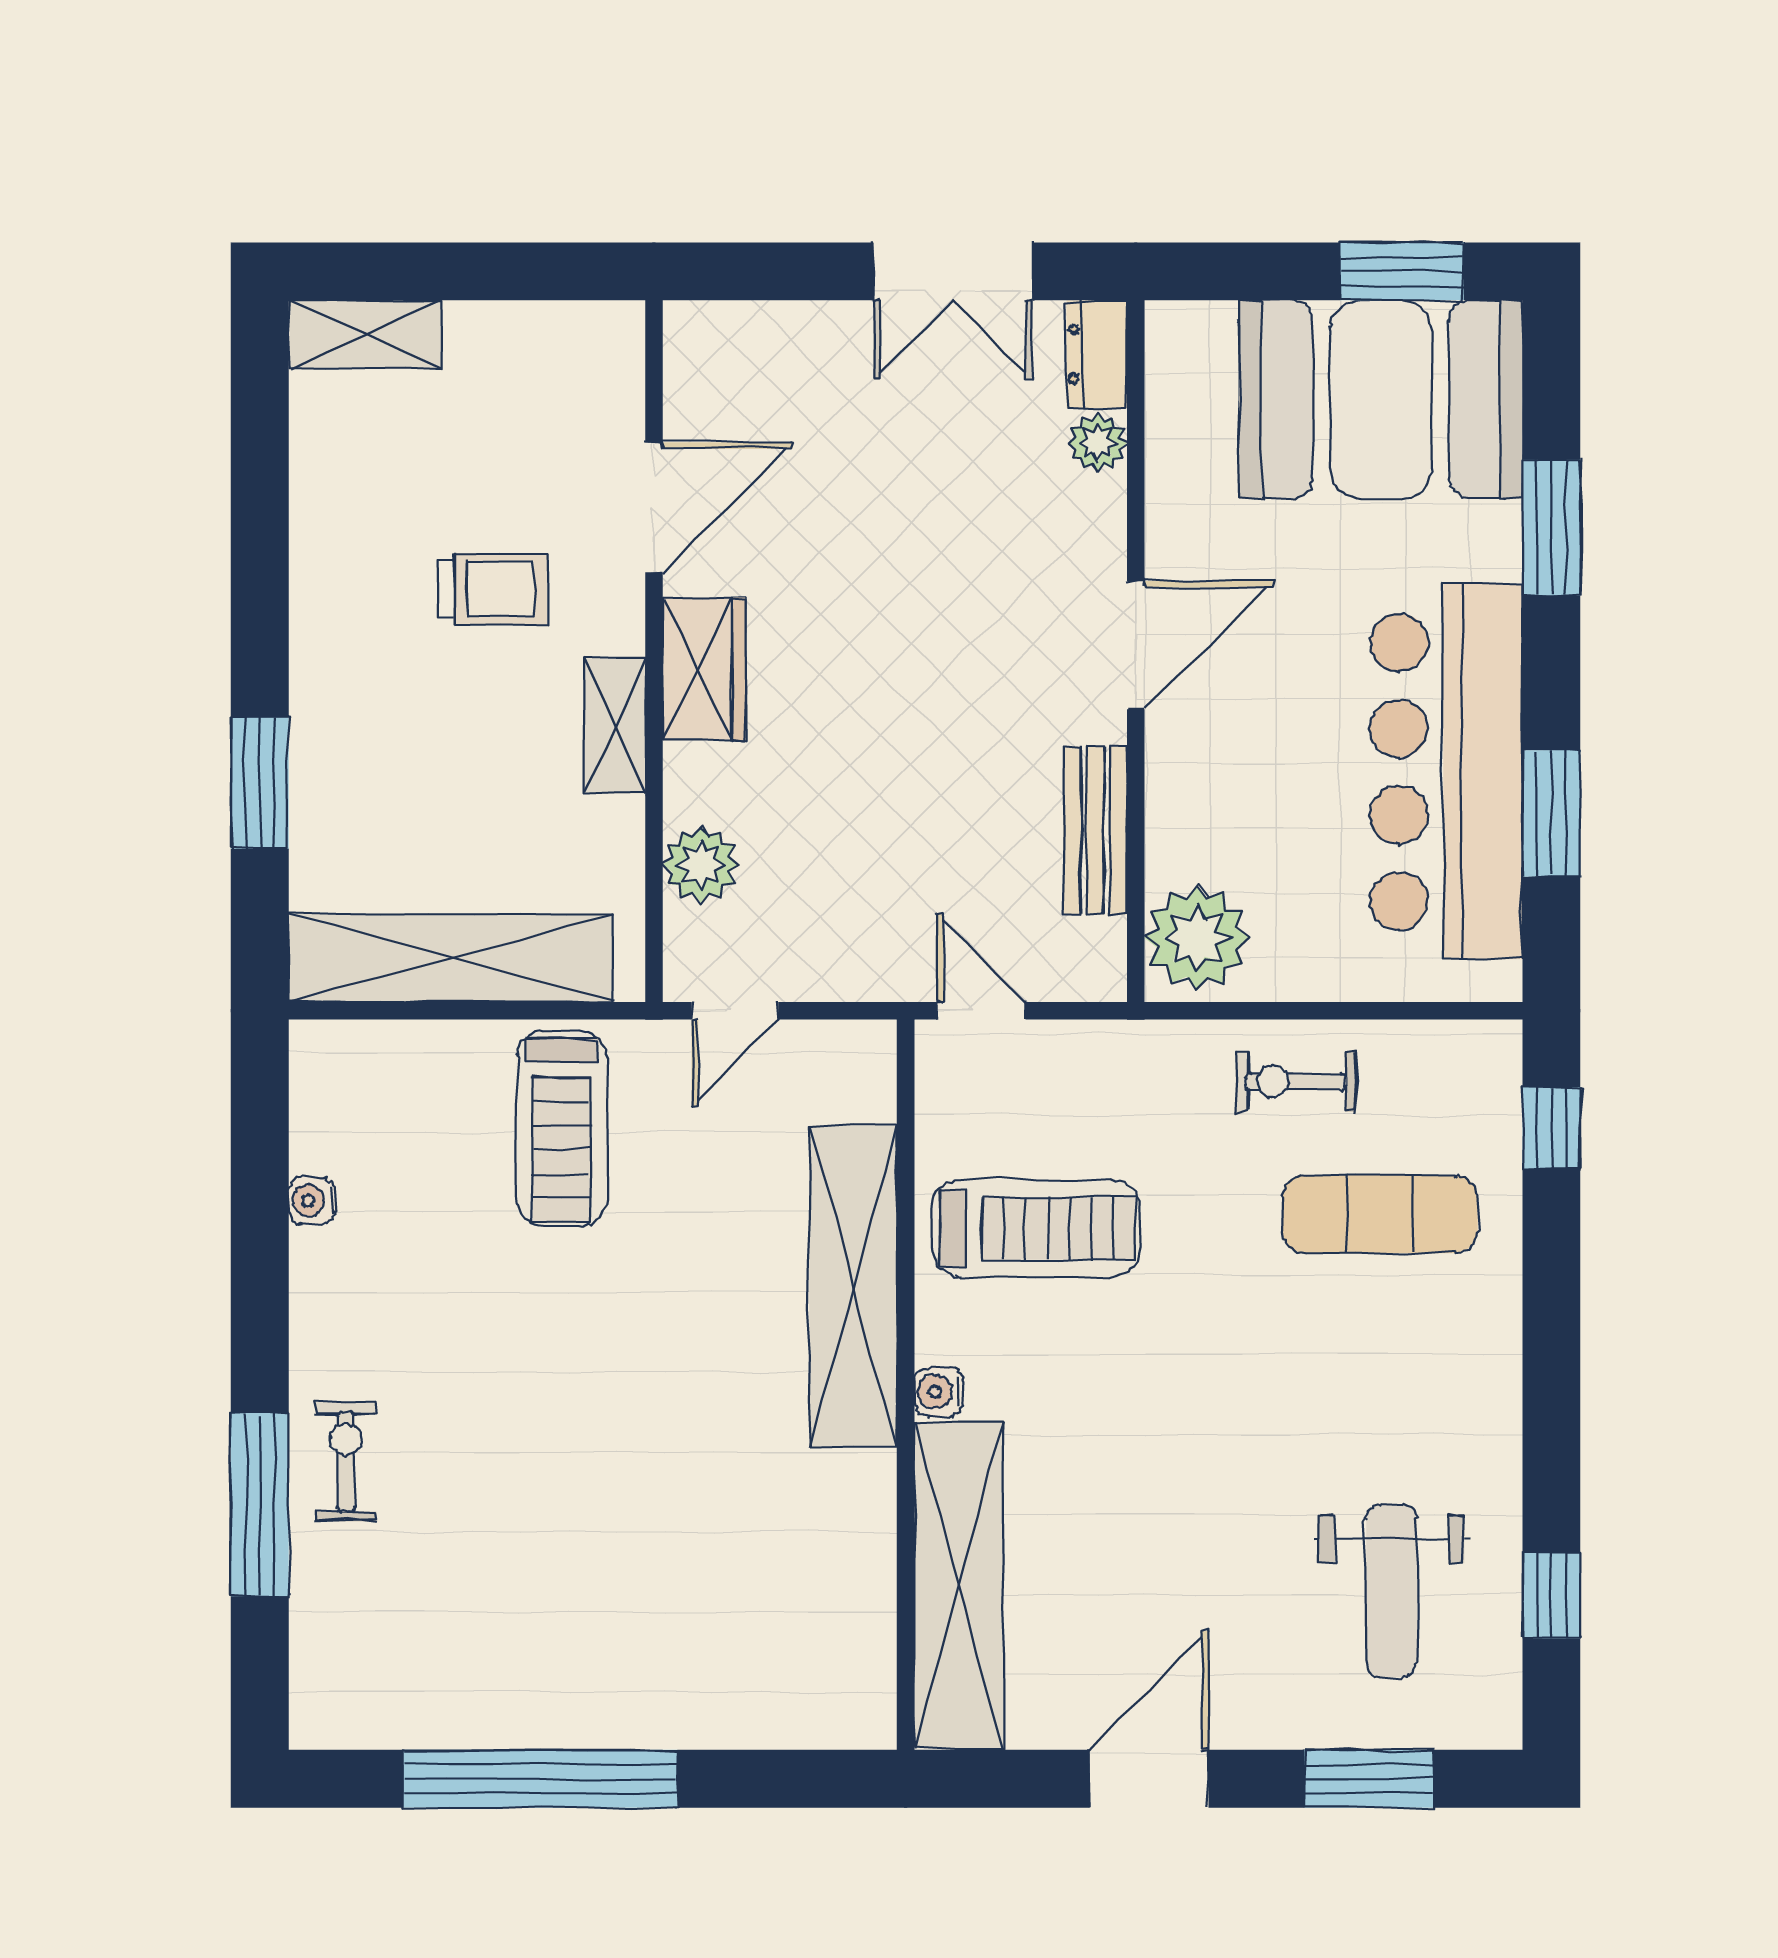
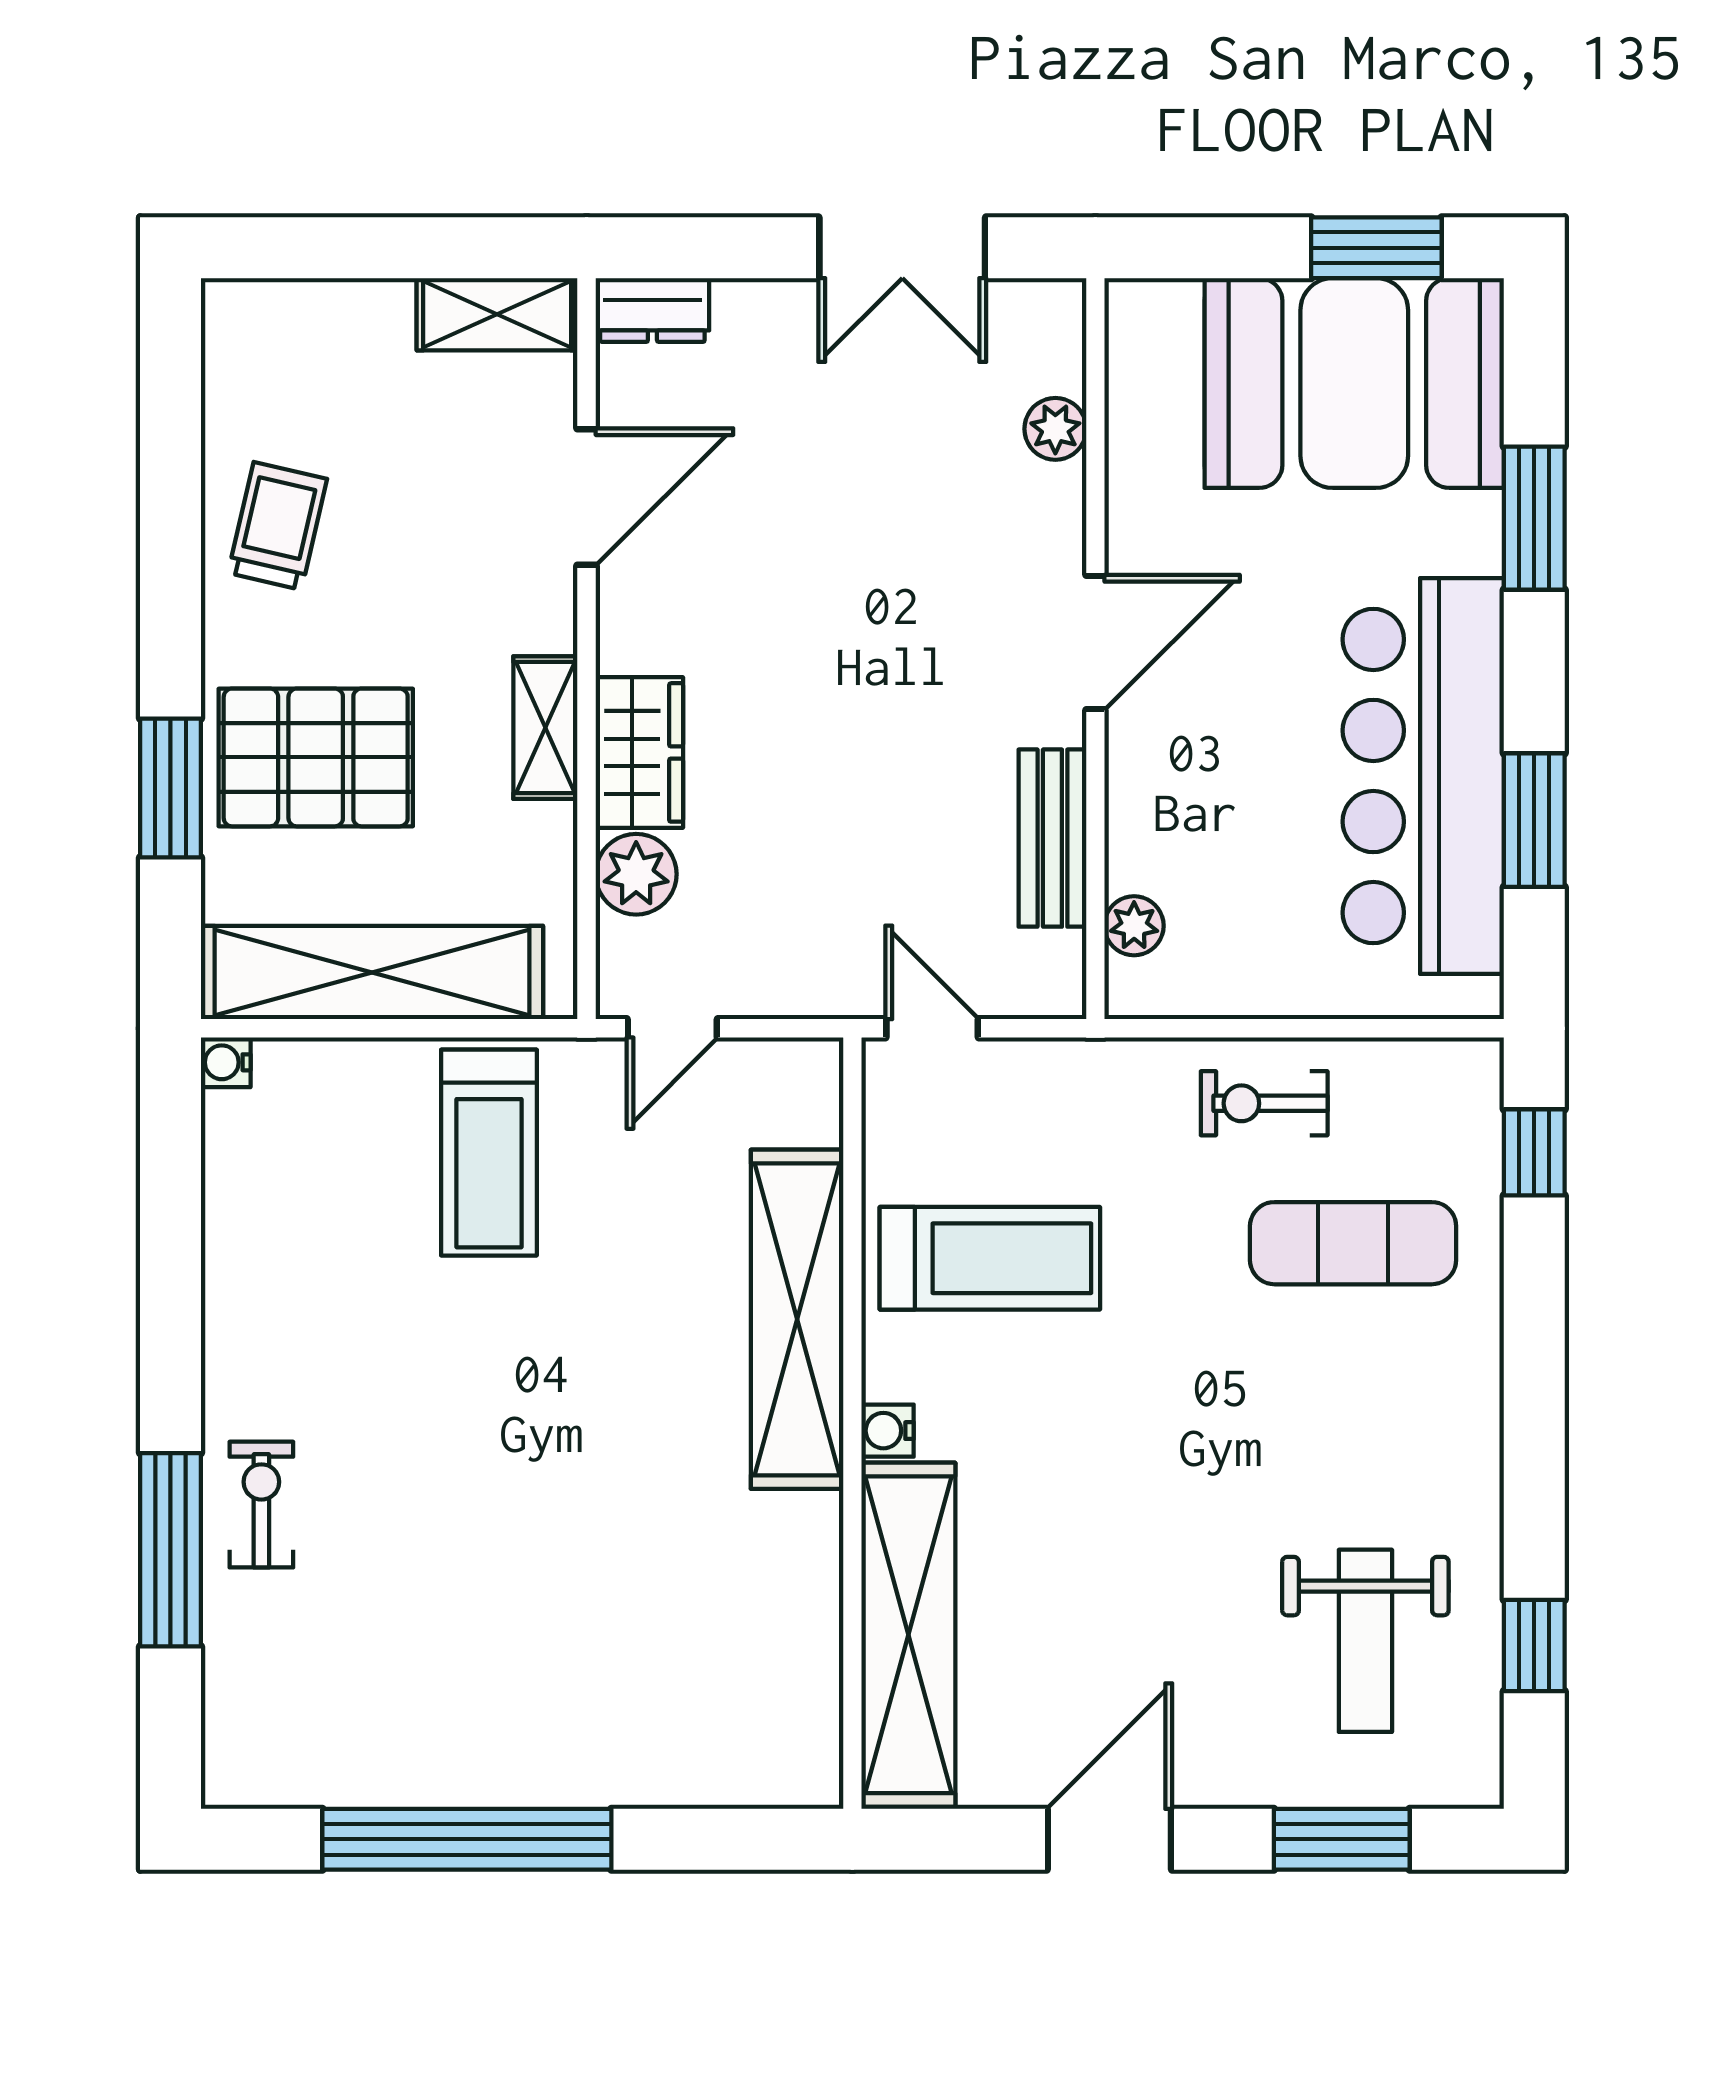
shelving: (365, 334) -> (497, 314), moved
dresser: (1097, 354) -> (652, 310), moved, turned -90
trolley: (493, 589) -> (278, 526), moved, turned -77
wardrobe: (704, 669) -> (639, 752), moved
pallet: (397, 754) -> (316, 757), added
plant: (1197, 938) -> (1134, 926), width x0.53, depth x0.53
water cooler: (312, 1200) -> (226, 1062), moved

